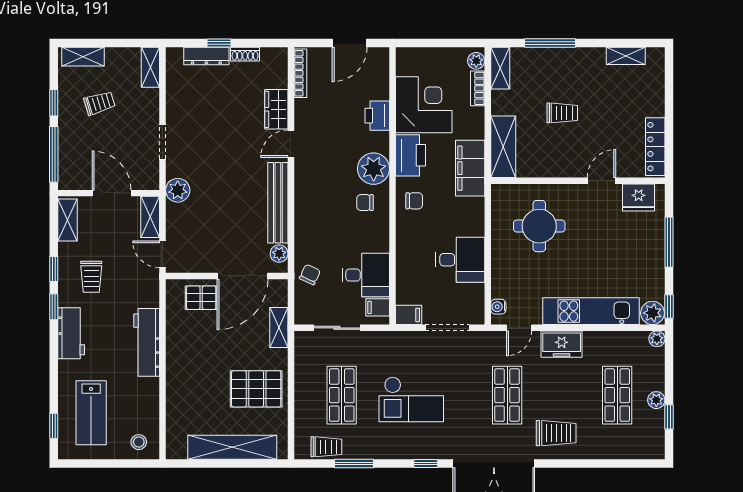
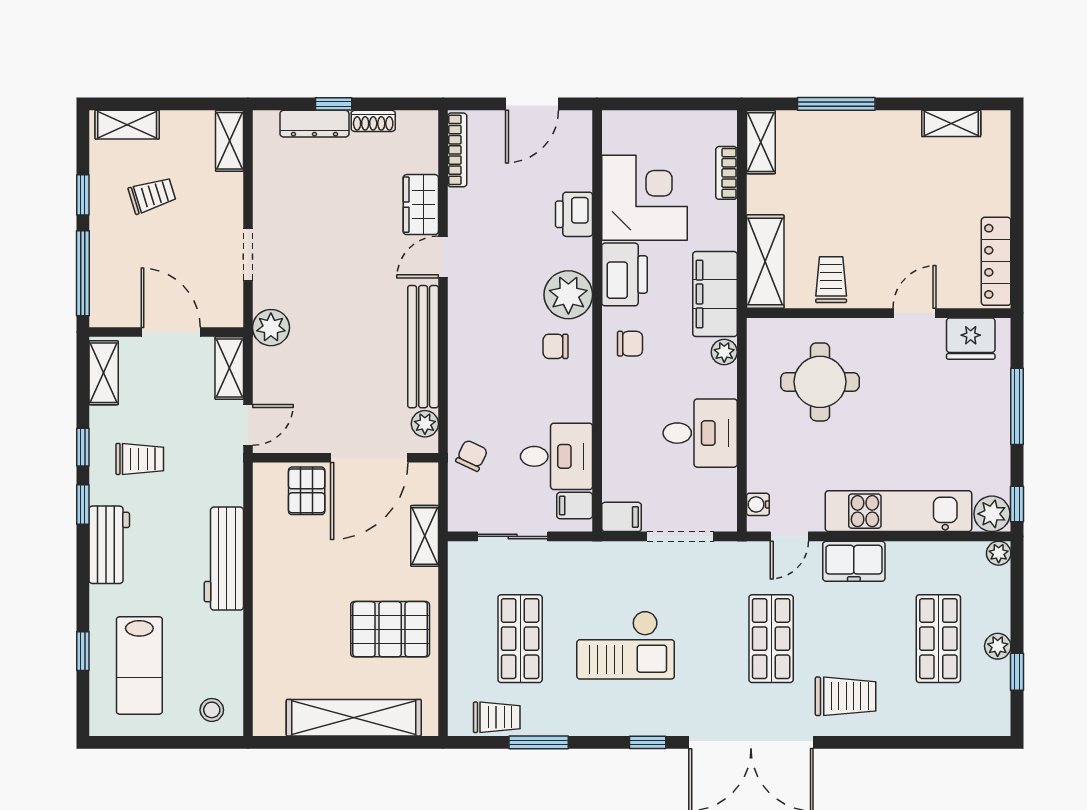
plant: (476, 61) -> (724, 352), moved
trolley: (562, 113) -> (831, 280), moved, turned -90
door: (163, 254) -> (248, 425), swing flipped
trolley: (91, 277) -> (140, 459), turned -90
pallet: (201, 298) -> (307, 491), turned 90
window: (54, 426) -> (83, 651), moved

